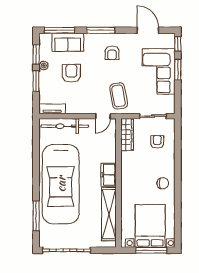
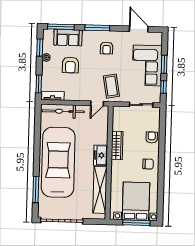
window: (178, 44) -> (163, 87), moved
armchair: (71, 73) -> (70, 65), turned 180
window: (36, 81) -> (39, 84), moved
wardrobe: (127, 135) -> (117, 145), moved
armchair: (157, 142) -> (152, 137), moved
car: (61, 184) -> (58, 162), turned 180

